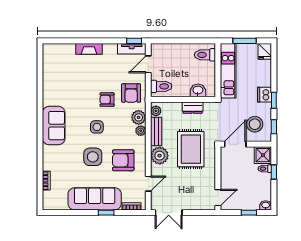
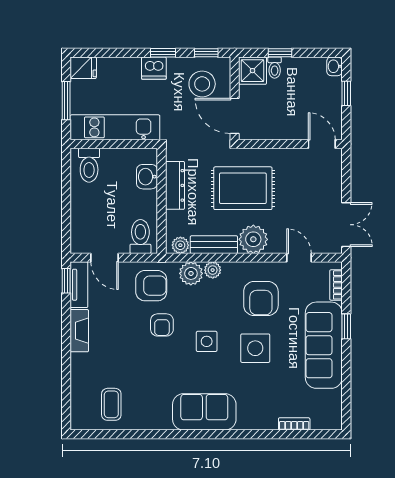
fireplace: (89, 49) -> (79, 331), moved
coffee table: (58, 69) -> (111, 404), added
dresser: (193, 108) -> (175, 185), width x1.44

